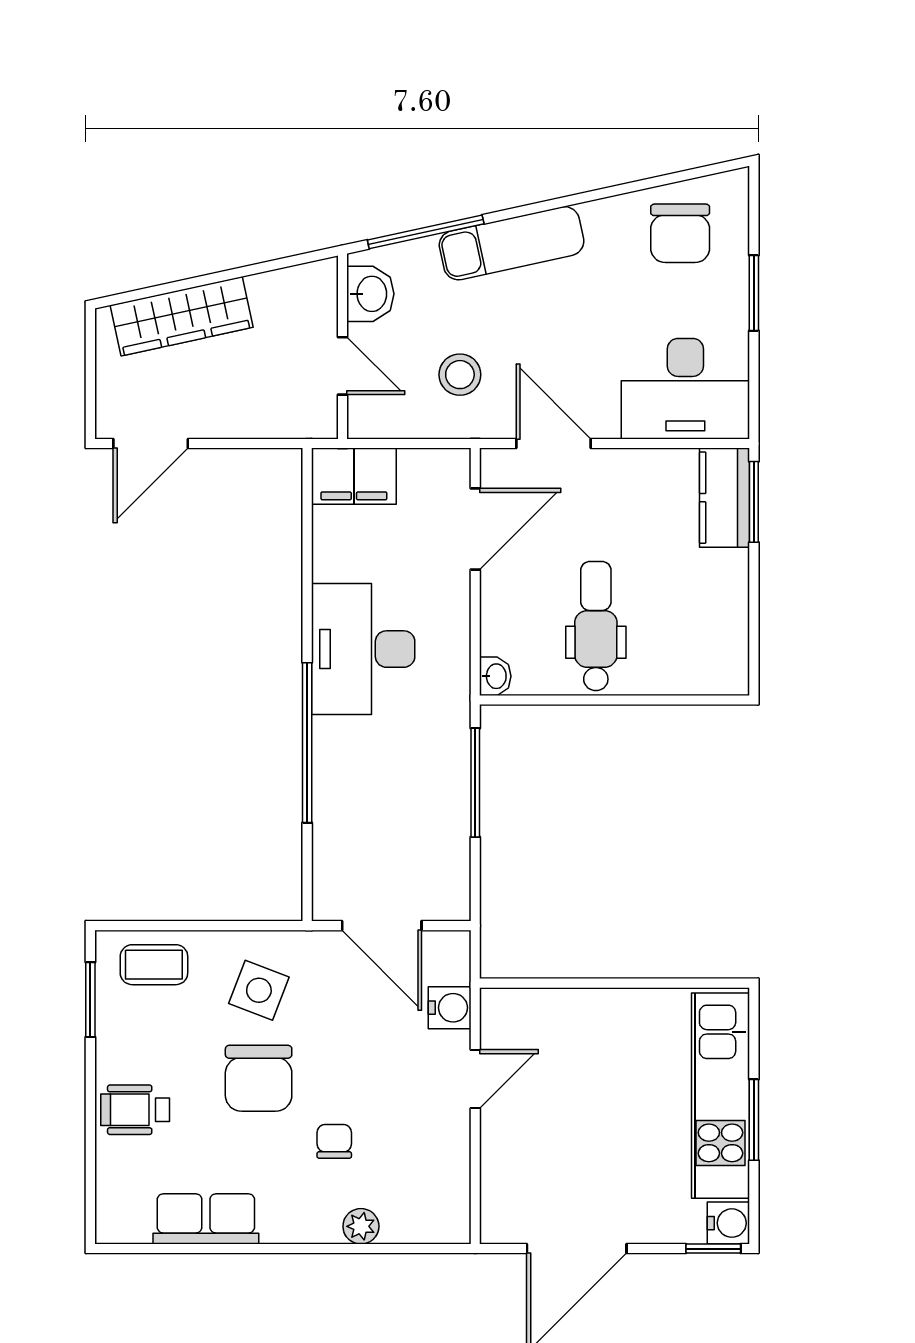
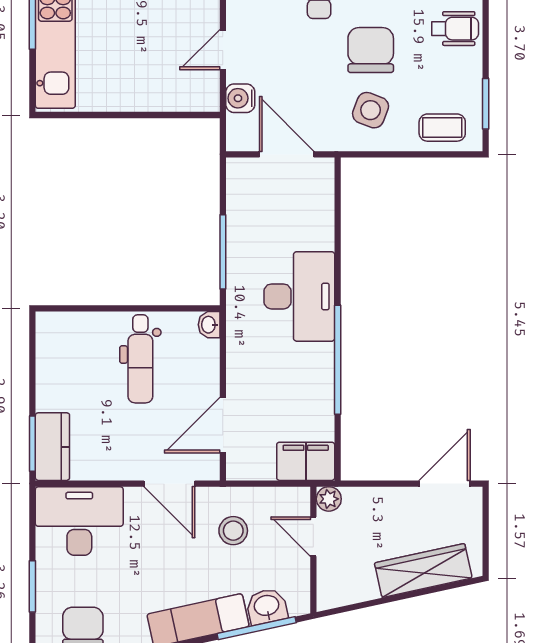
washbasin: (370, 294) -> (267, 606), moved, turned 78
plant: (320, 421) -> (329, 499), added
desk: (363, 649) -> (299, 296), moved
window: (307, 743) -> (338, 360), moved

